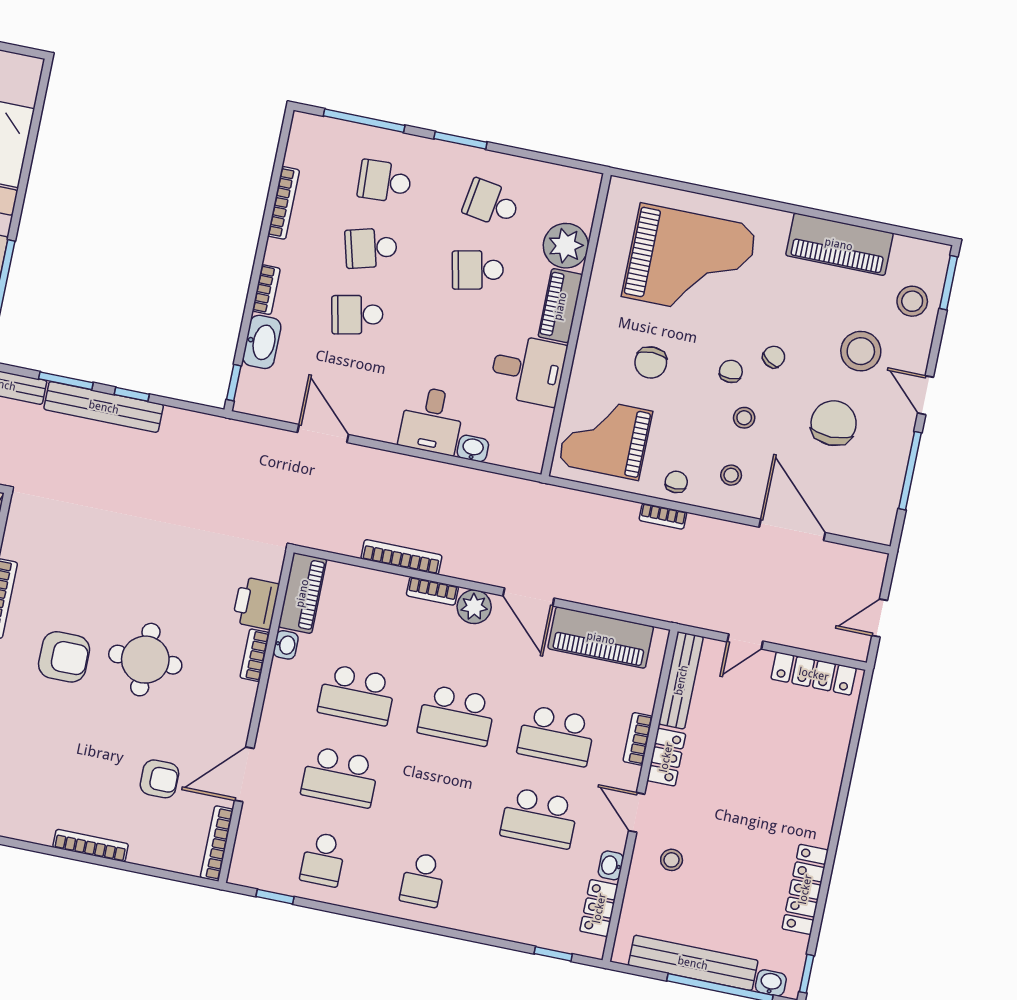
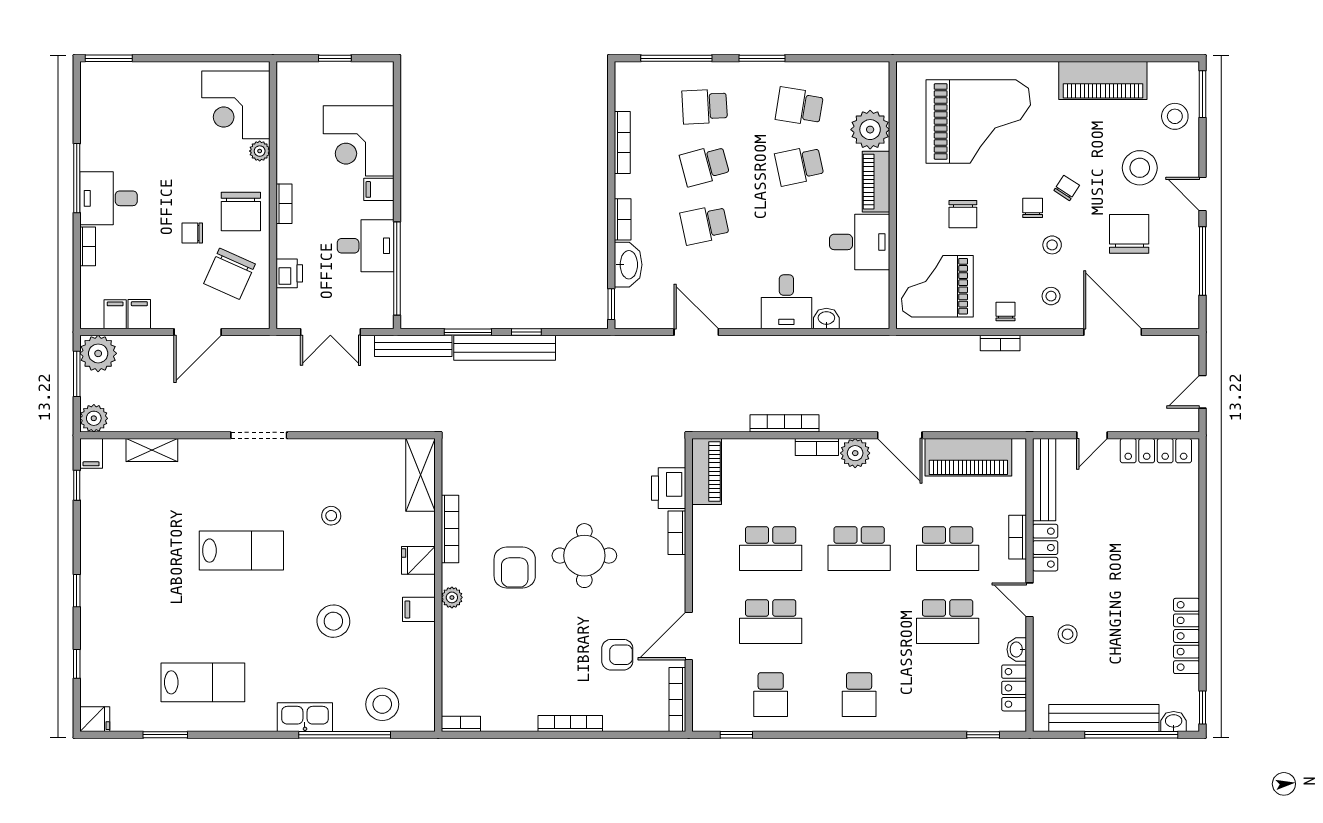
washbasin: (286, 645) -> (701, 518), removed
armchair: (64, 657) -> (515, 568), turned 90

